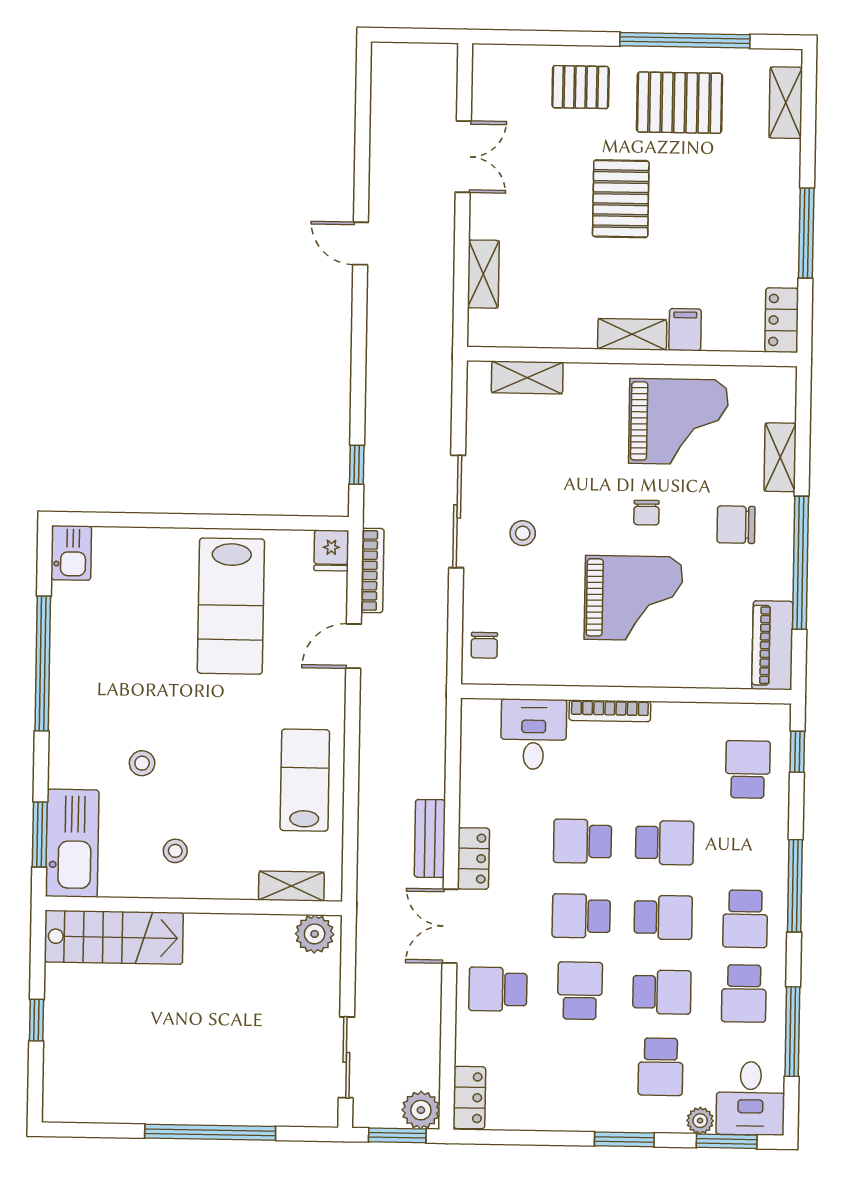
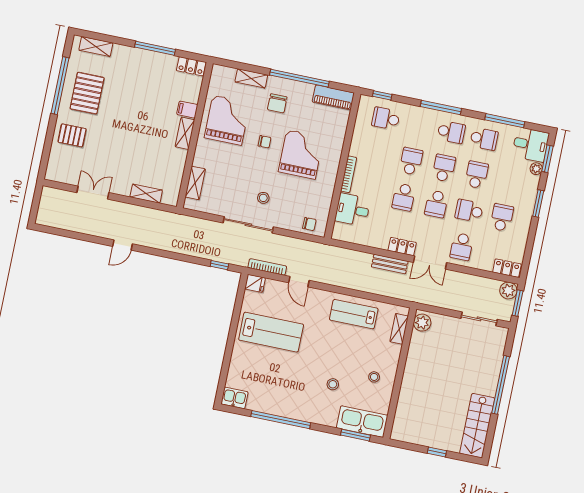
pallet: (581, 87) -> (72, 135), turned 90
pallet: (621, 199) -> (124, 127), removed
stairs: (114, 937) -> (477, 426), moved, turned 180
school desk: (661, 1067) -> (502, 217), moved, turned -90

